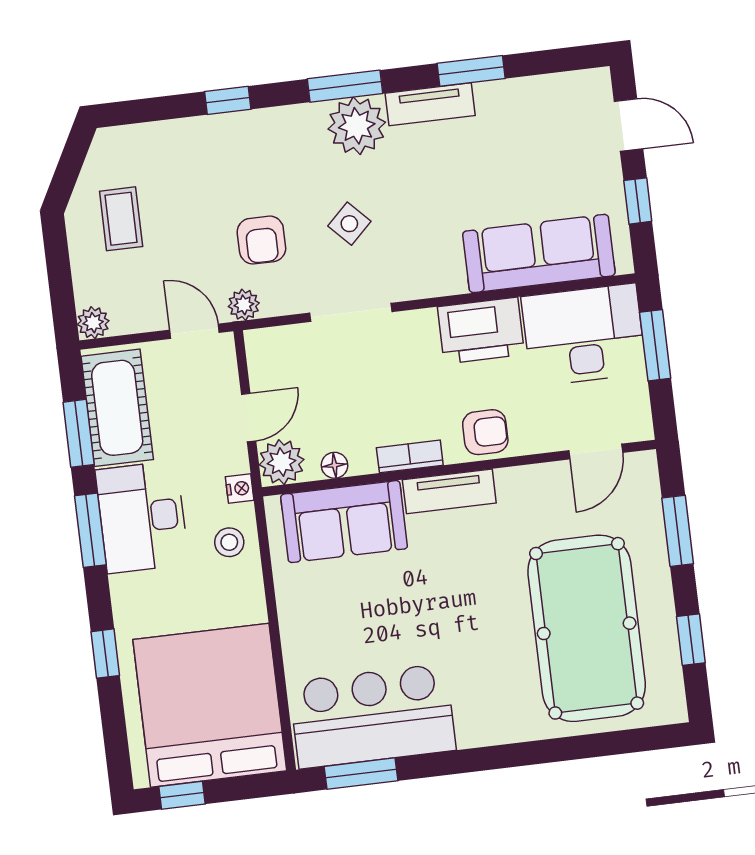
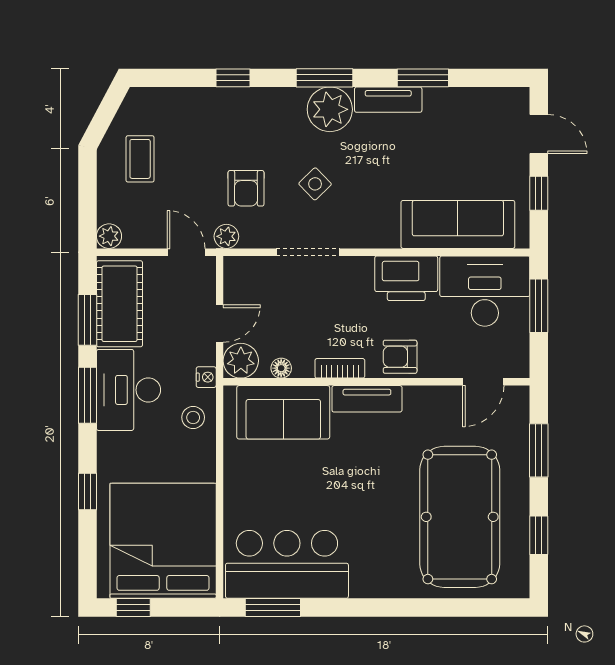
armchair: (485, 432) -> (400, 357), turned 180

